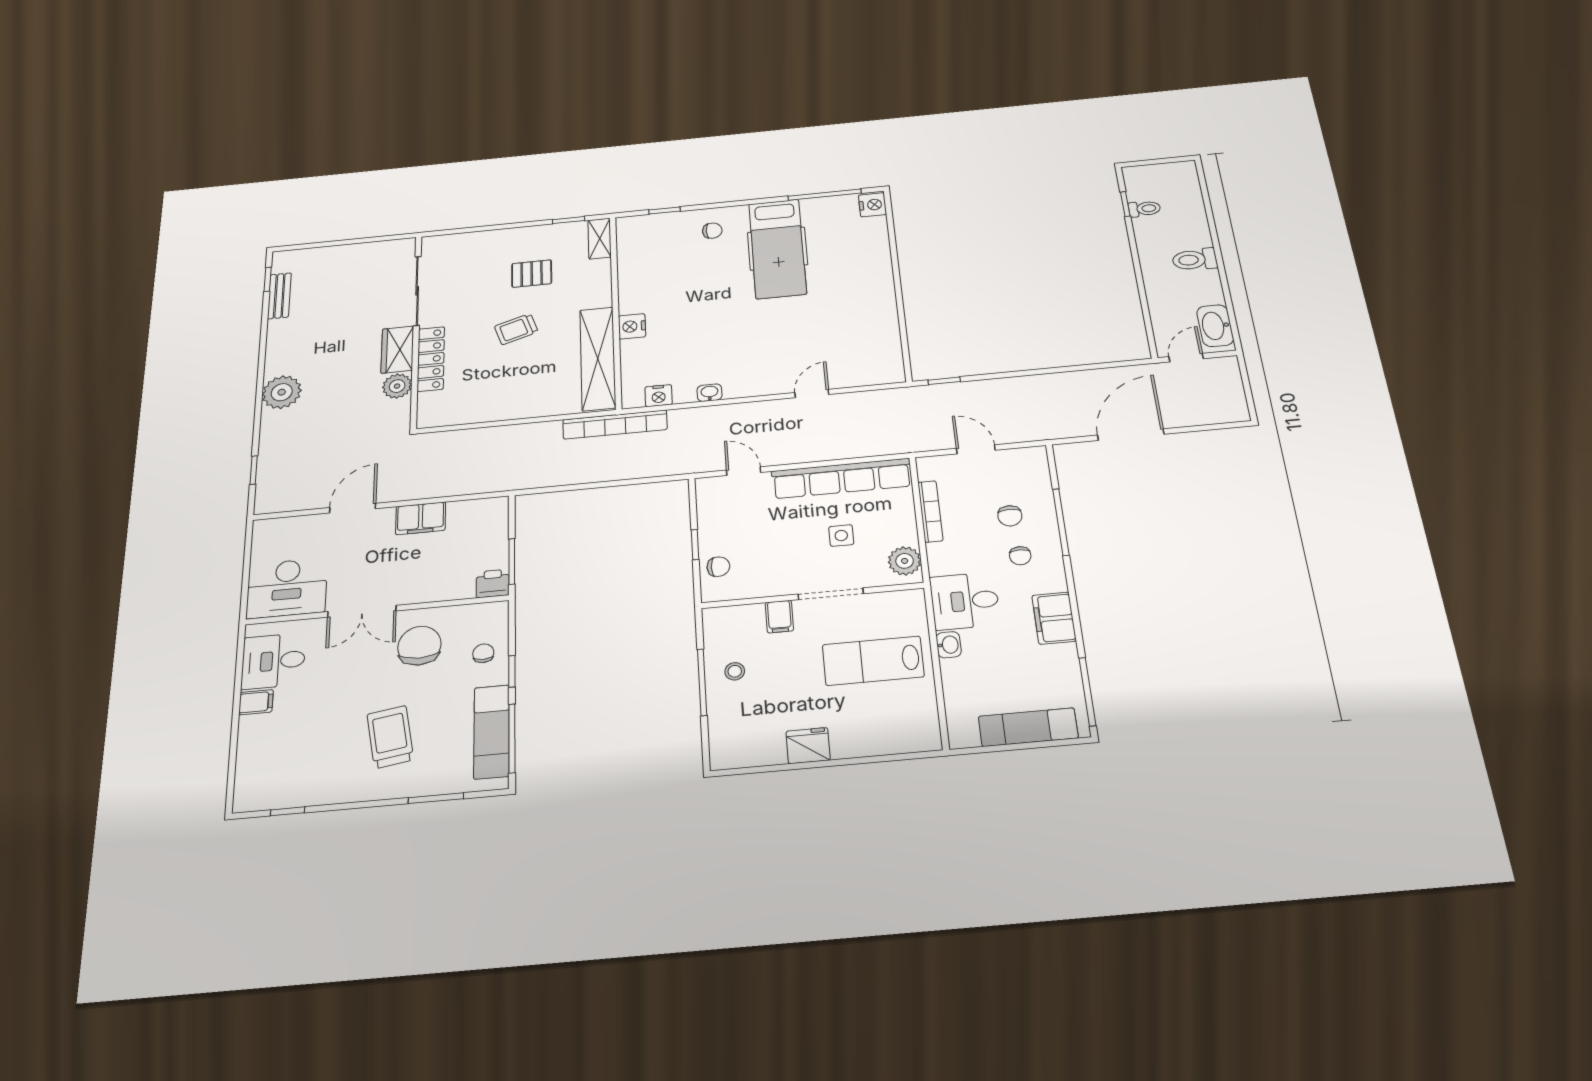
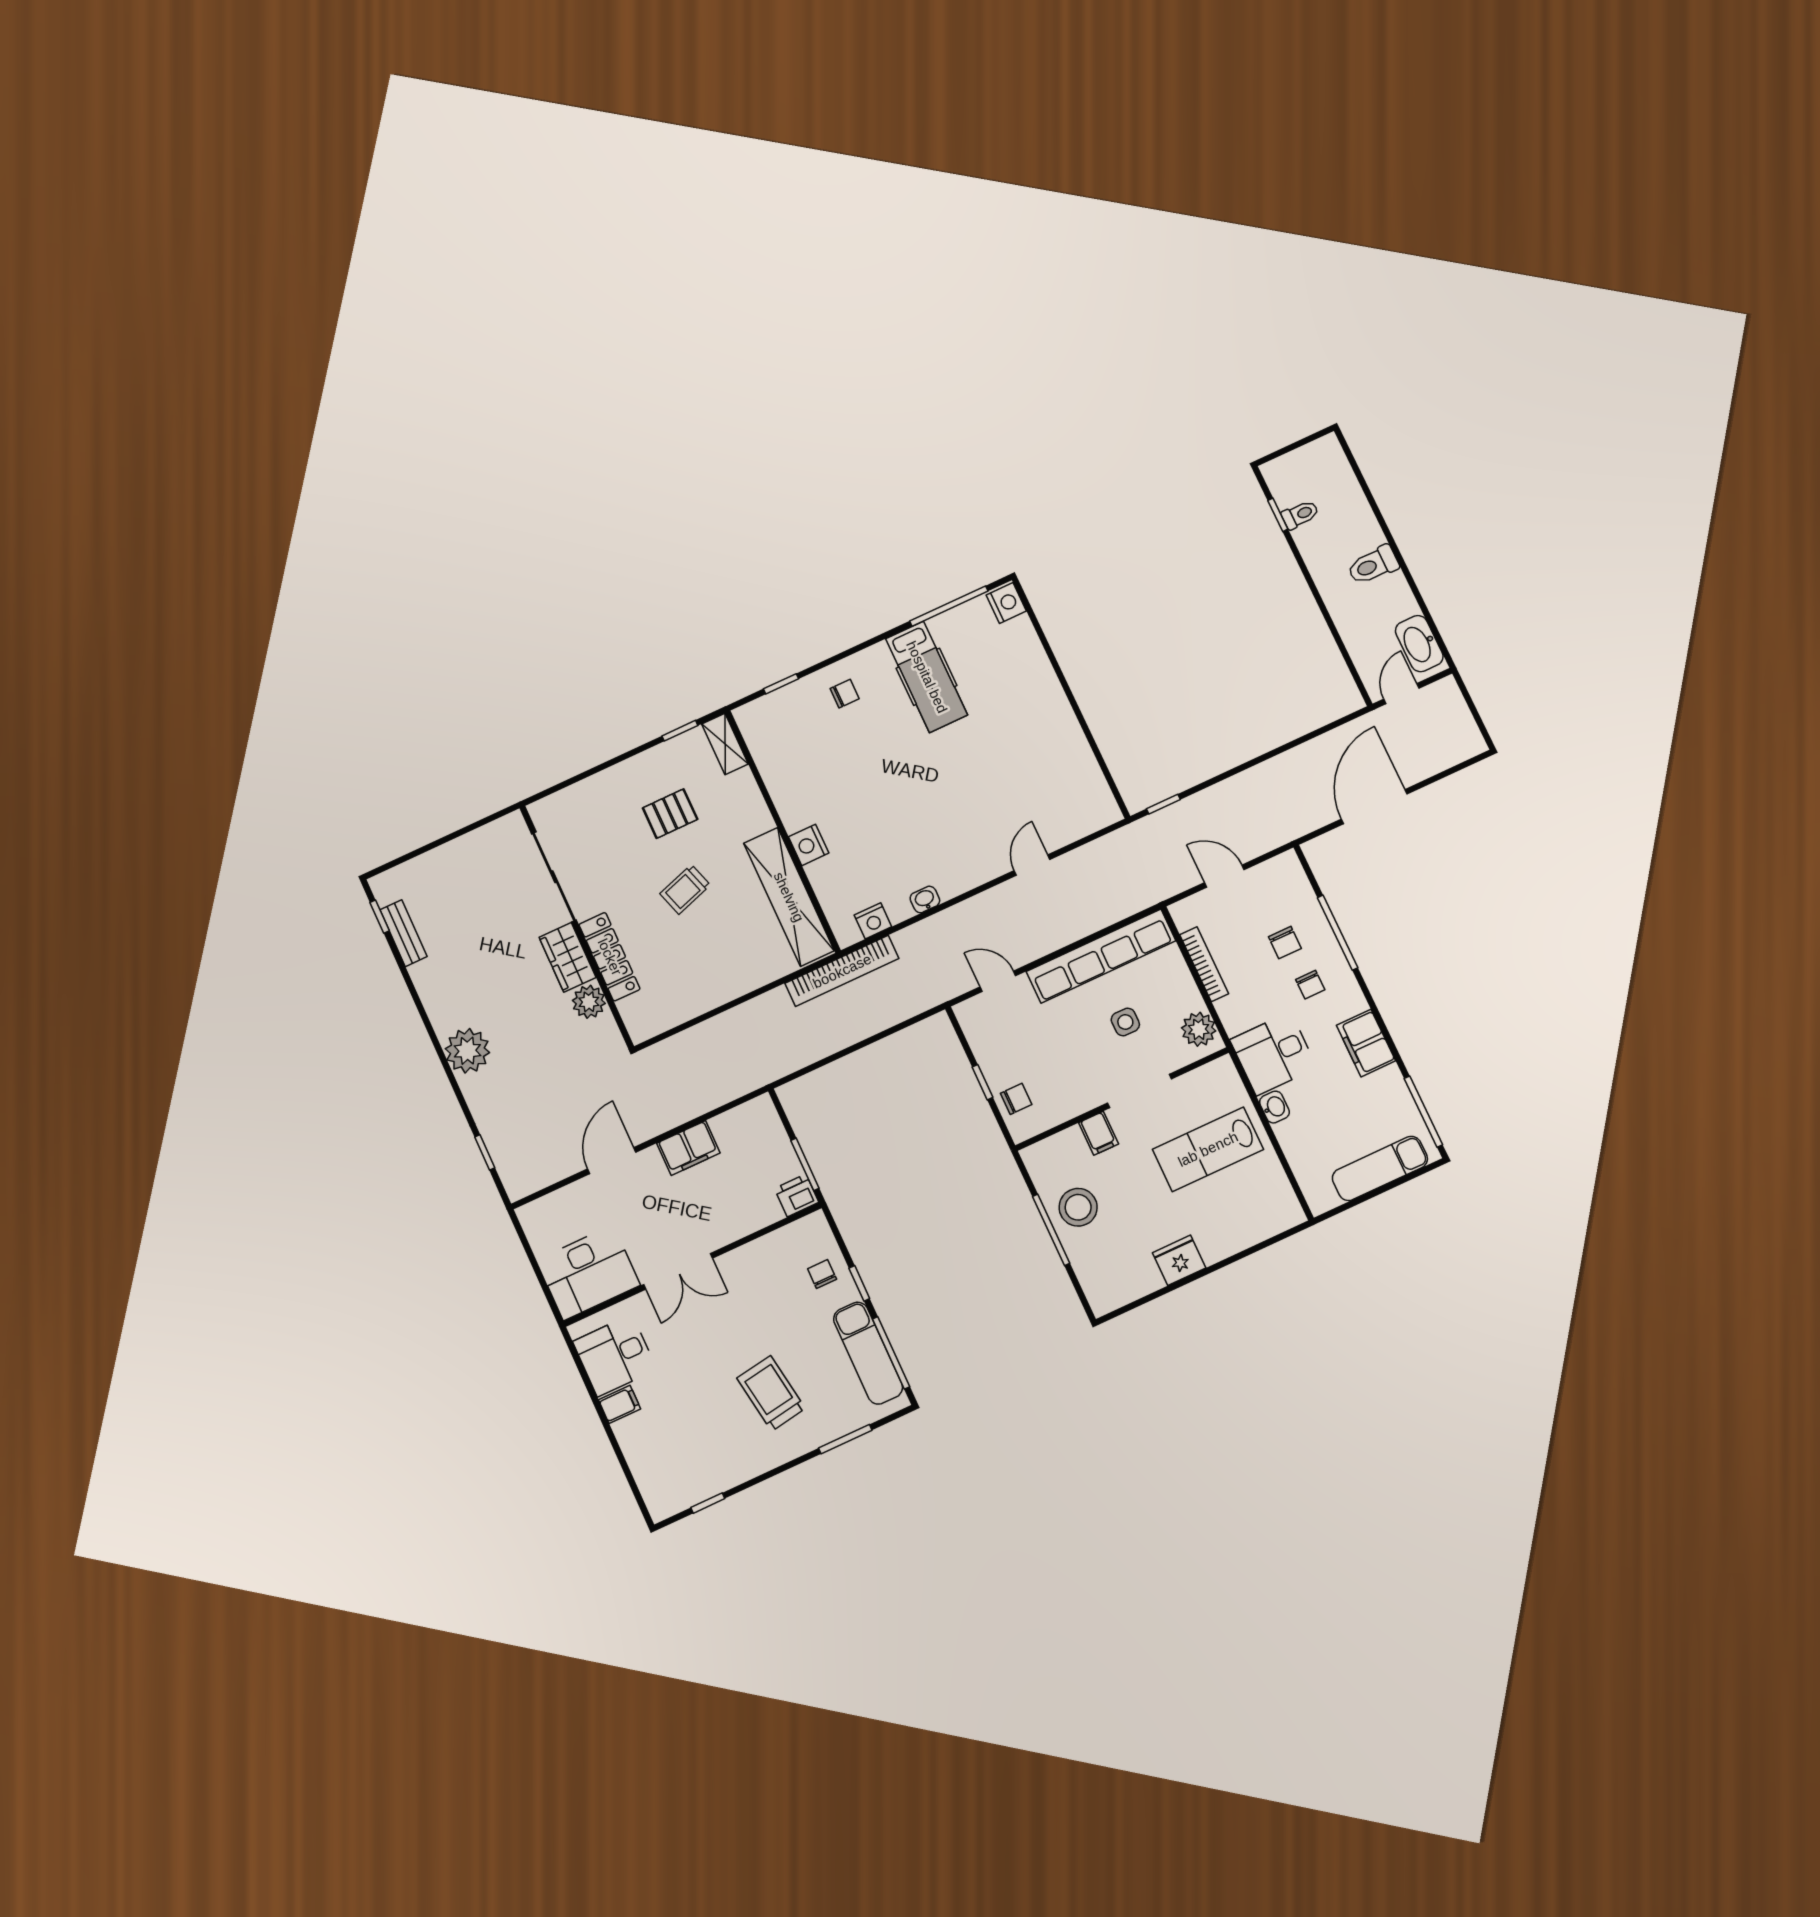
hospital bed: (777, 249) -> (927, 677), width x0.73, depth x0.78
chair: (419, 646) -> (754, 1288), removed
stool: (735, 671) -> (1078, 1207), width x1.89, depth x1.89

